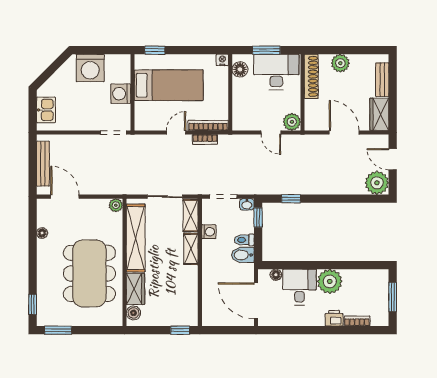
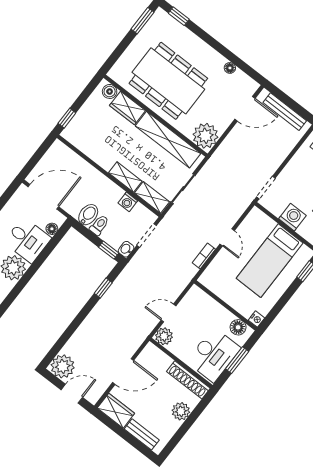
bookcase: (208, 125) -> (213, 267), removed
plant: (116, 205) -> (205, 136), width x1.87, depth x1.87

